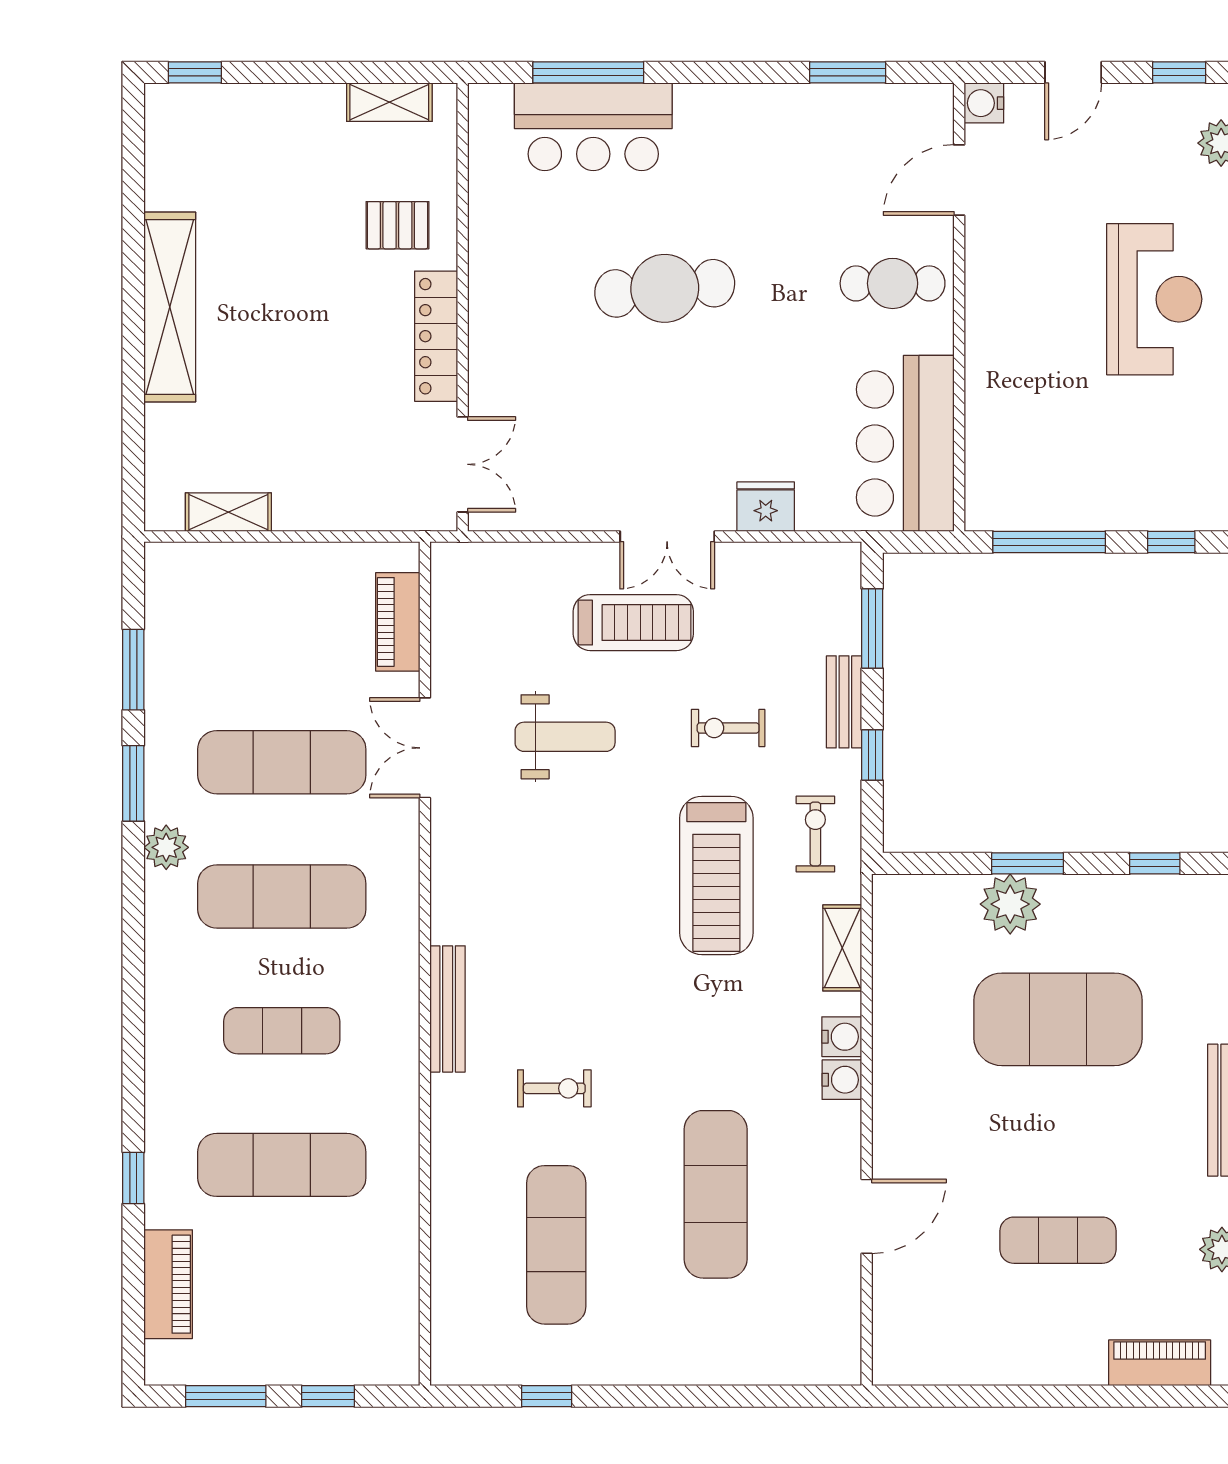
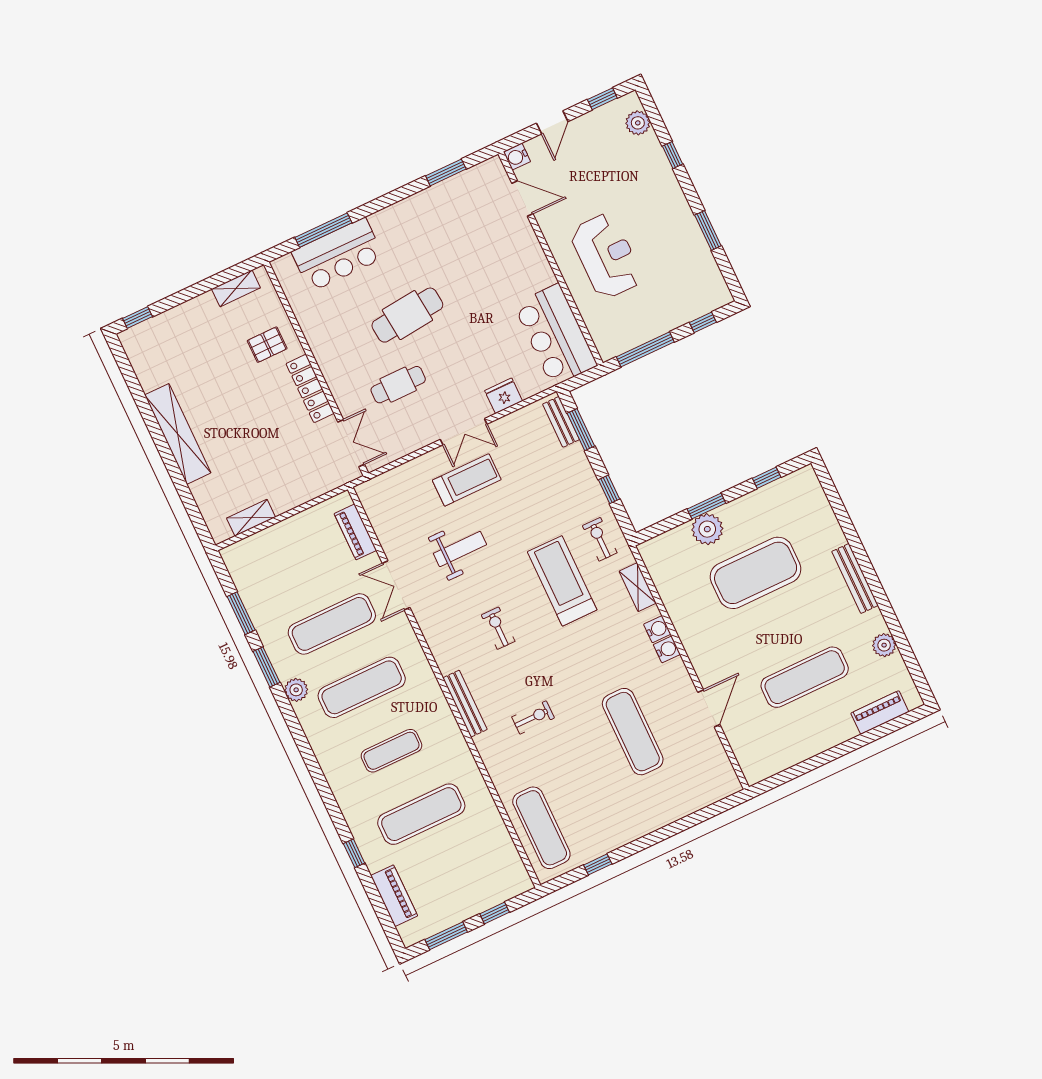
door: (959, 180) -> (522, 198), swing flipped
cafe table: (893, 283) -> (398, 385), moved
reception desk: (1154, 299) -> (606, 256), moved
bench: (844, 702) -> (561, 422), moved
exercise bike: (728, 728) -> (498, 628), moved, turned 90
treadmill: (716, 875) -> (562, 581), turned 180
exercise mat: (1058, 1240) -> (805, 677), width x1.36, depth x1.45
exercise mat: (556, 1245) -> (541, 828), moved

